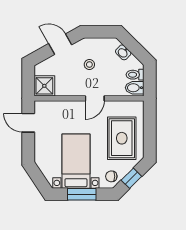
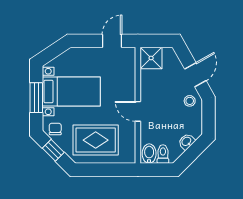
stool: (89, 65) -> (190, 101), moved

